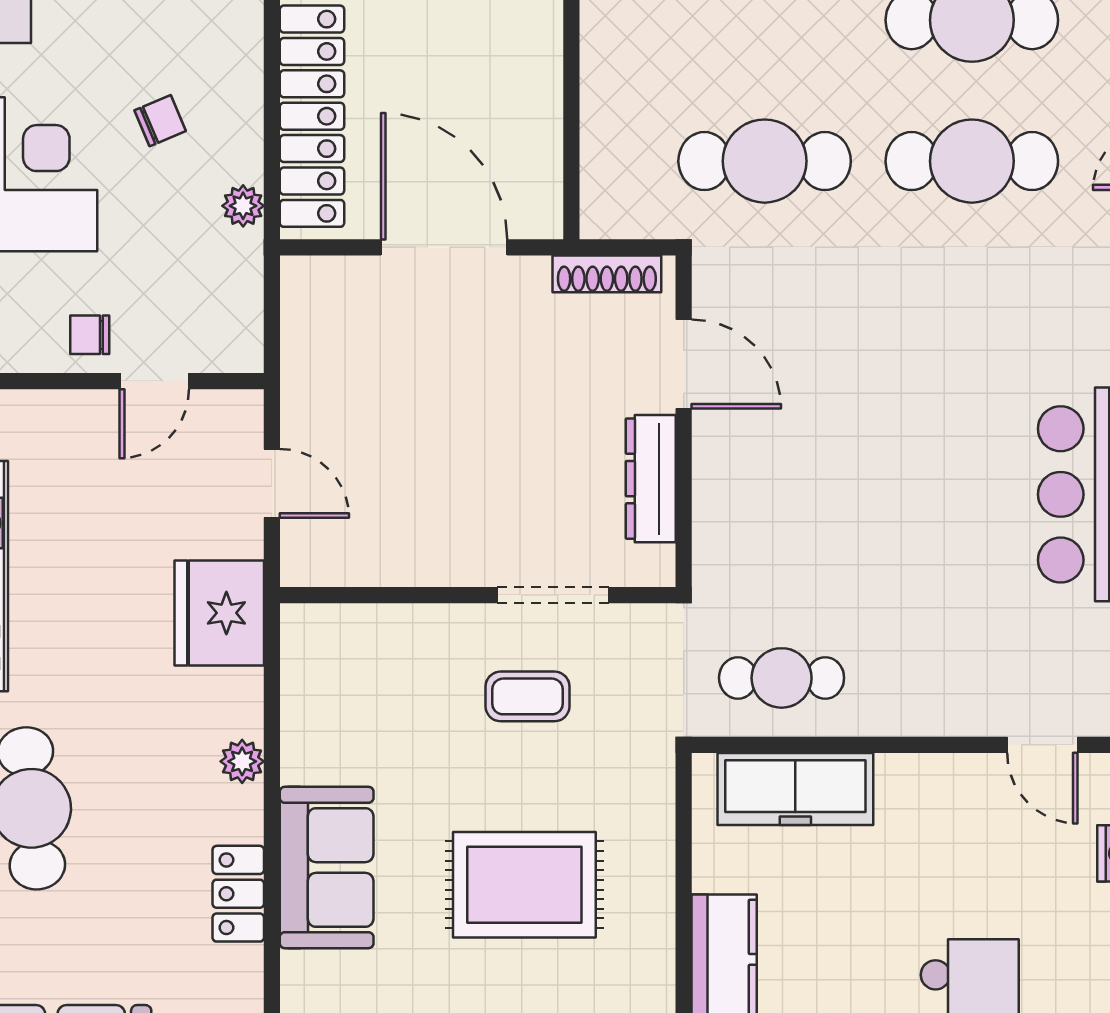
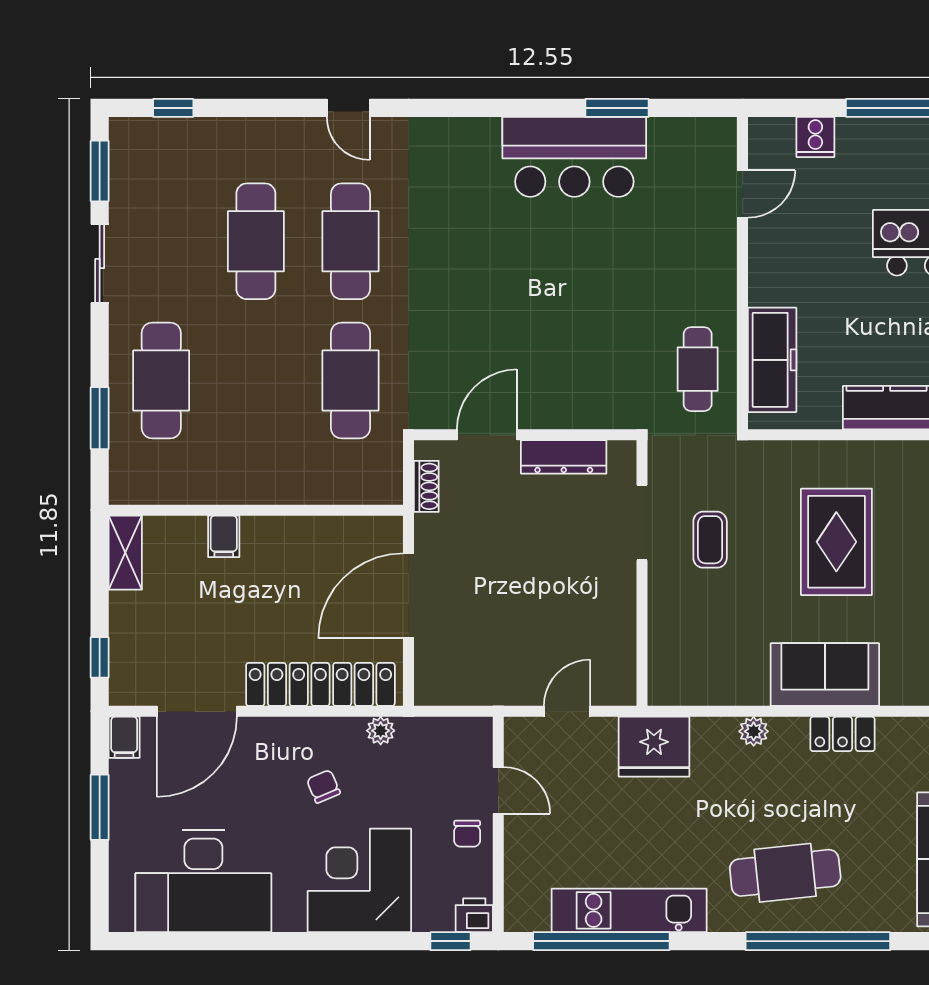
shoe rack: (607, 274) -> (426, 486), width x0.70

